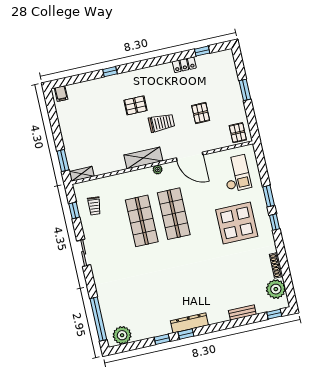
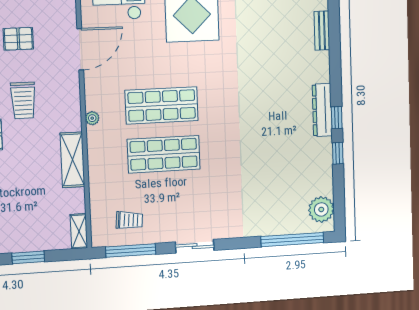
trolley: (161, 123) -> (23, 100), turned 180
door: (190, 156) -> (80, 49), moved
shelving: (143, 158) -> (72, 160), moved
window: (63, 160) -> (28, 257), moved
window: (74, 210) -> (131, 250), width x2.17

